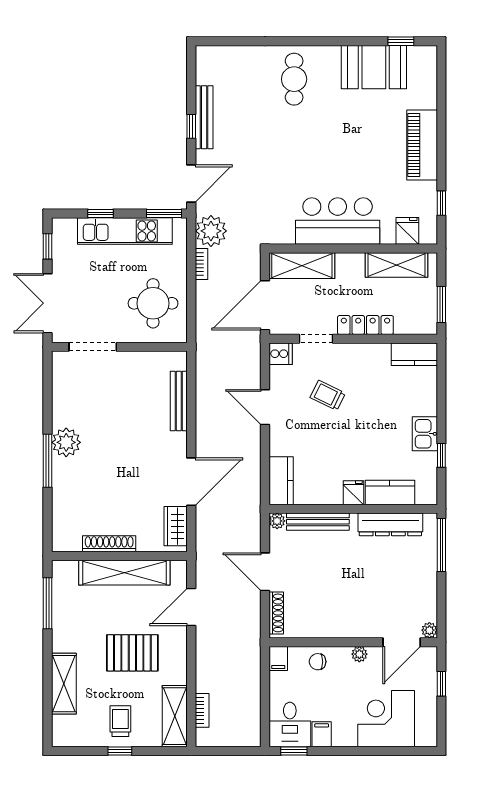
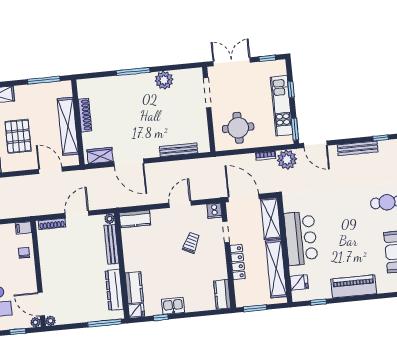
window: (191, 126) -> (381, 138), moved
shelving: (397, 265) -> (276, 269), width x1.47
plant: (66, 442) -> (164, 80), moved
fridge: (354, 493) -> (136, 310), moved
plant: (359, 654) -> (35, 322), moved

